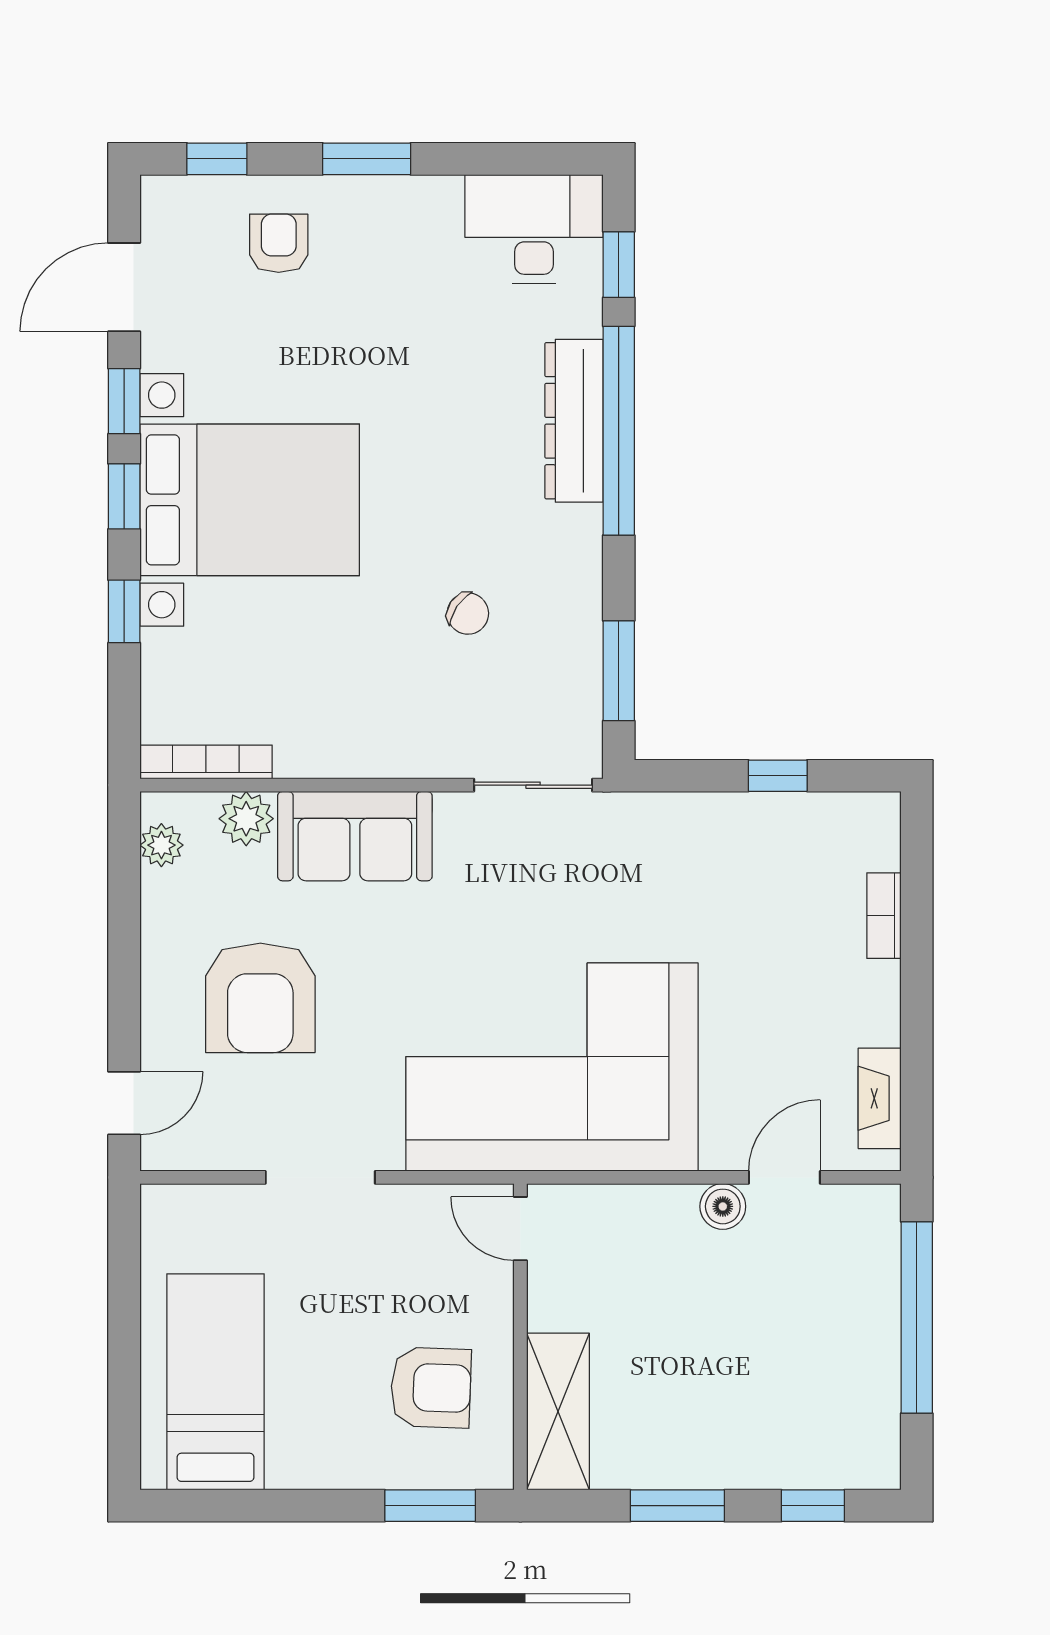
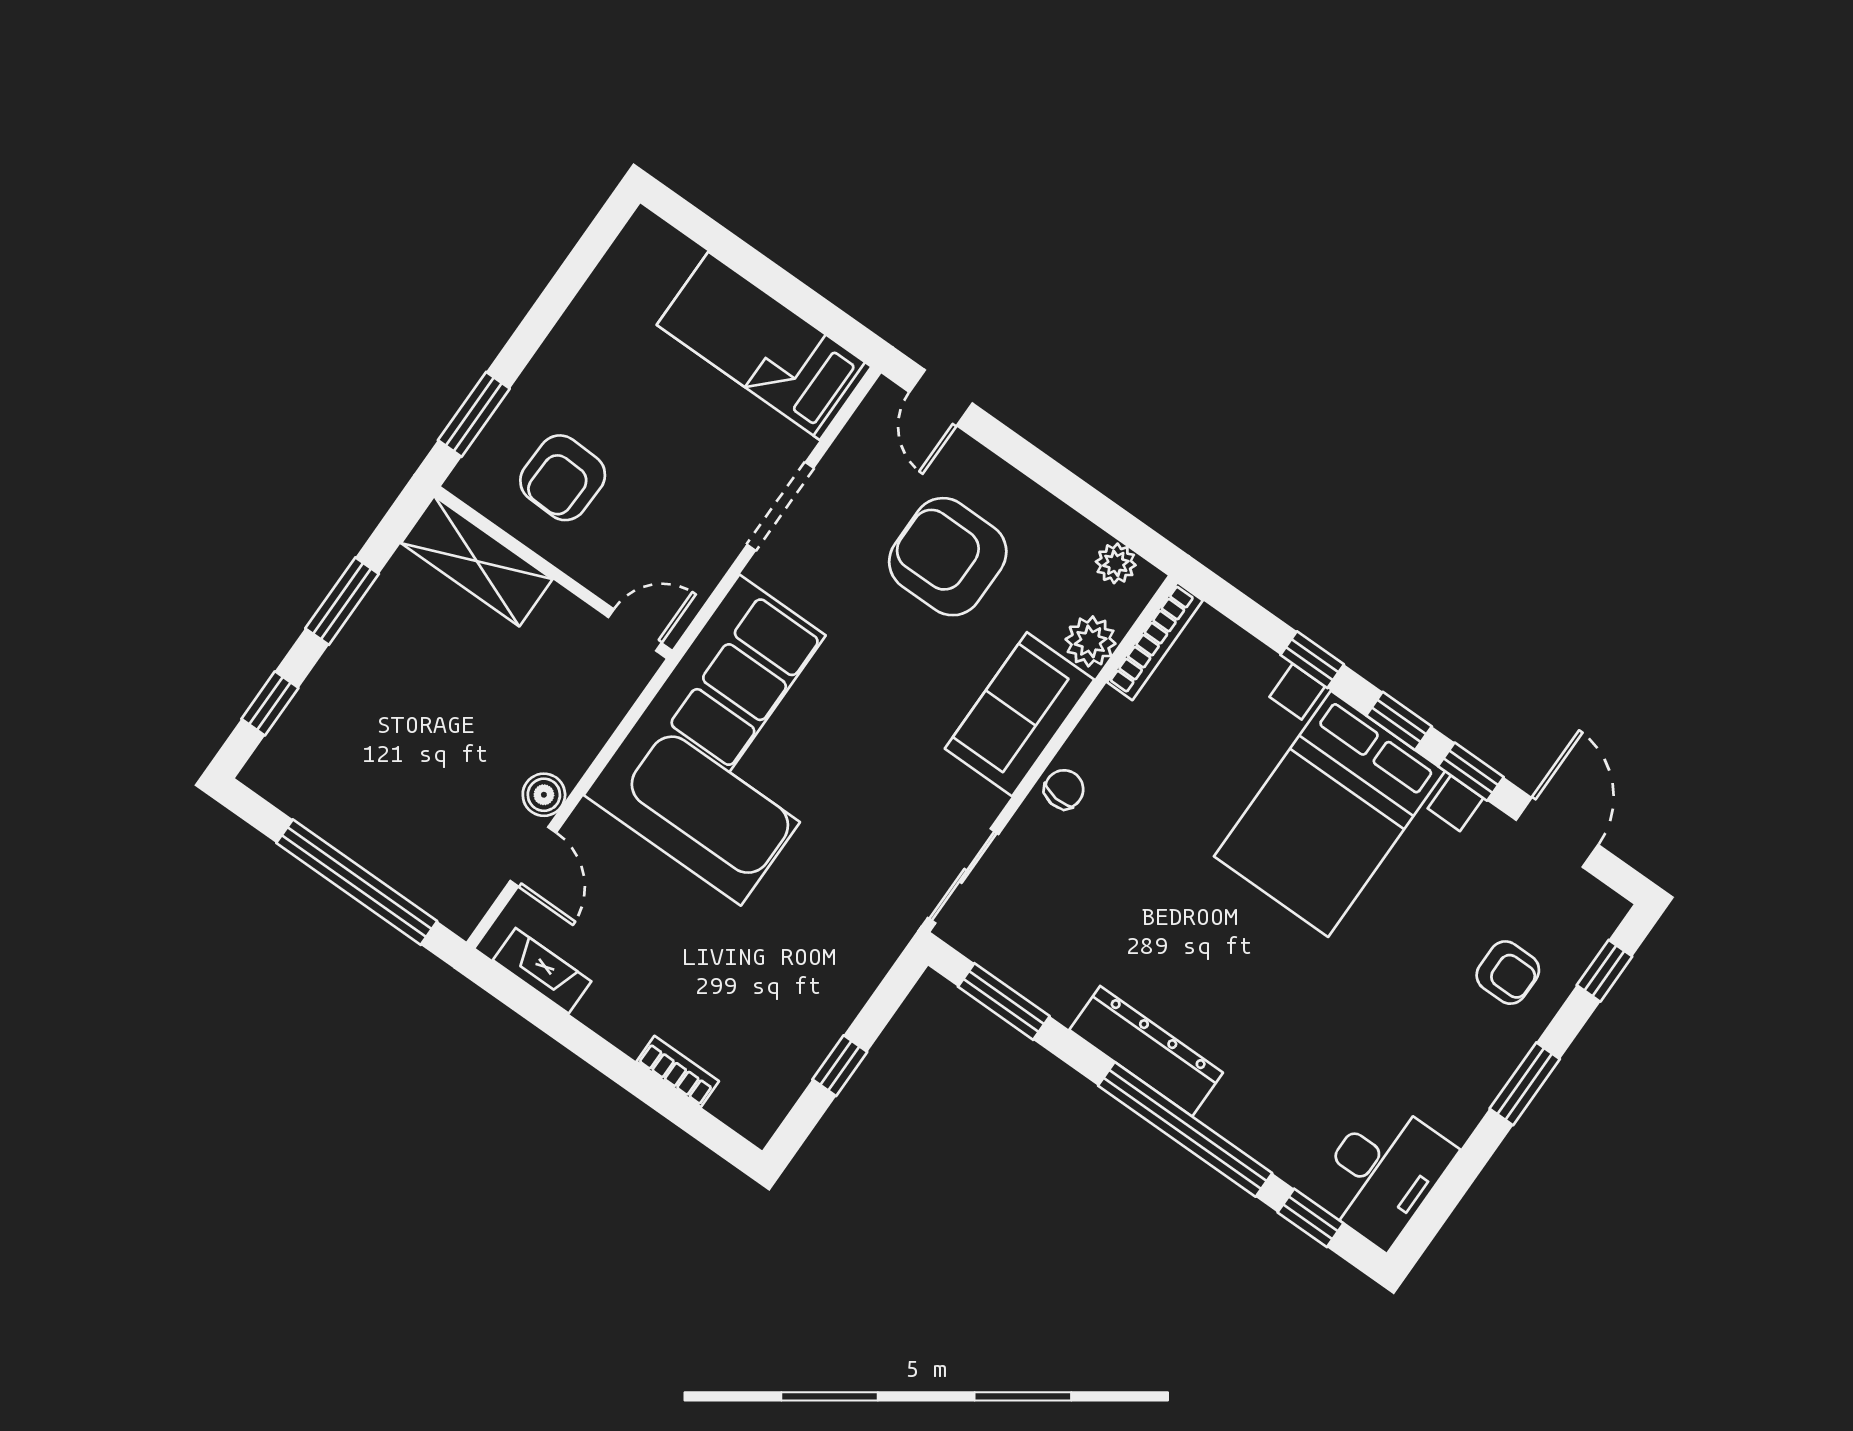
dresser: (574, 421) -> (1146, 1051), moved
chair: (468, 614) -> (1064, 789), moved, turned 152
bed: (215, 1382) -> (764, 346), moved, turned 180

